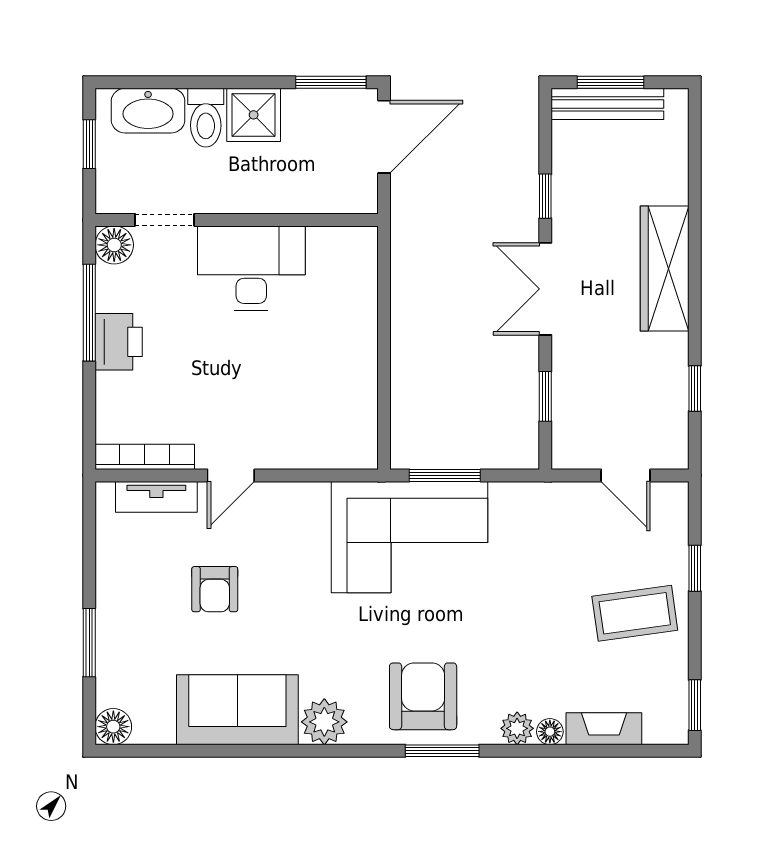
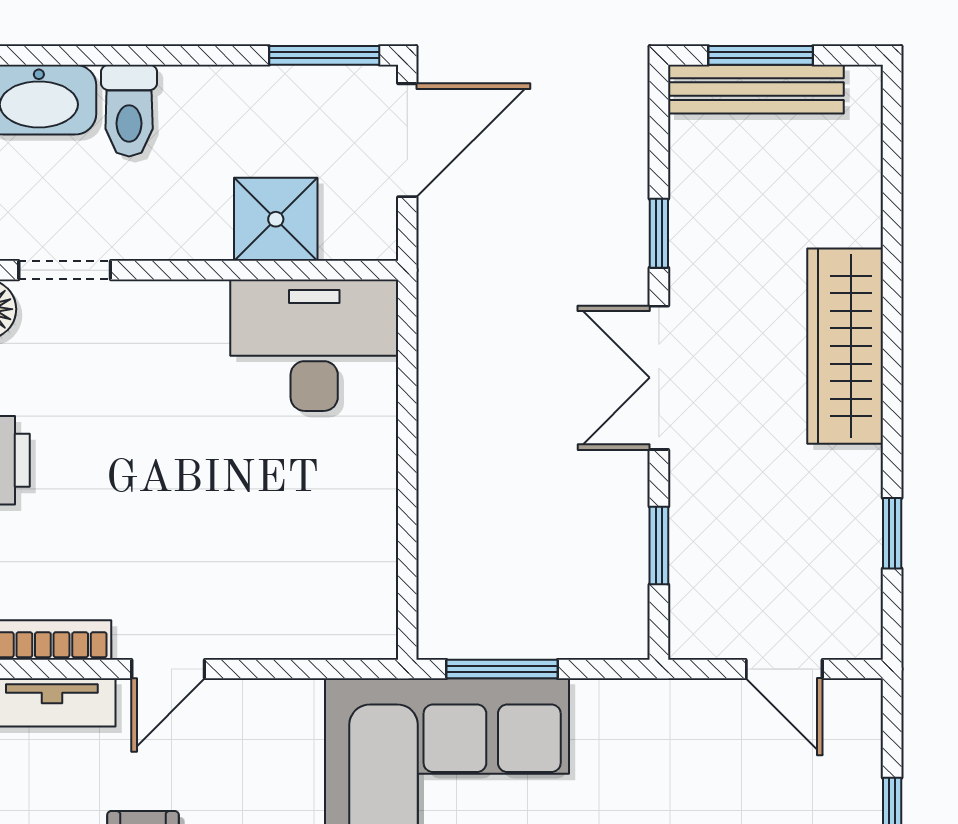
shower: (254, 115) -> (276, 219), moved
desk: (251, 268) -> (314, 345), moved

